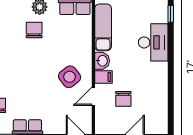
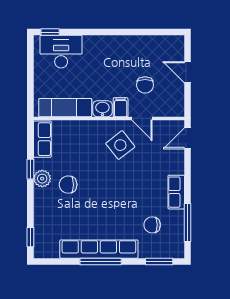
desk: (153, 42) -> (61, 52), moved
chair: (123, 99) -> (145, 85), turned 90

